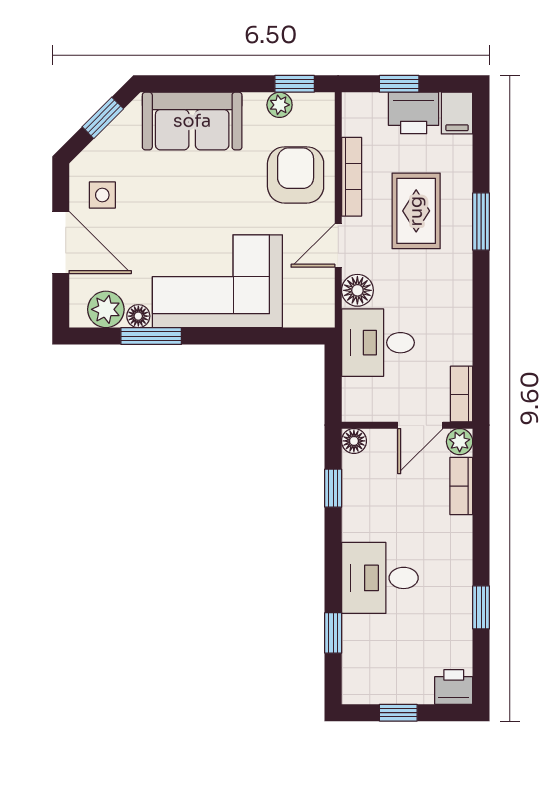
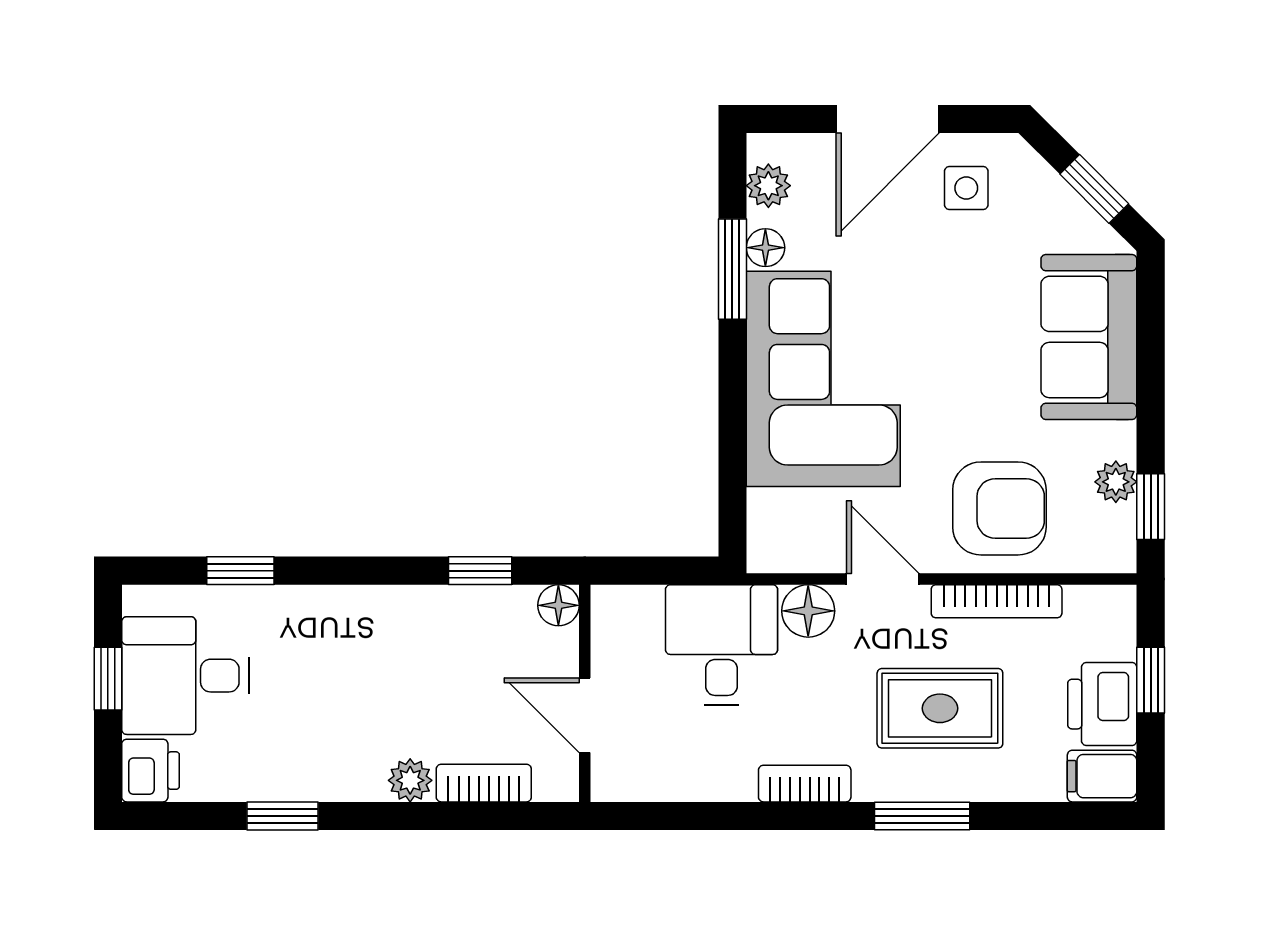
plant: (106, 309) -> (768, 186), width x0.73, depth x0.73
bookcase: (462, 394) -> (805, 784), moved
plant: (460, 442) -> (410, 780), moved
desk: (380, 578) -> (185, 676), moved, turned -90

